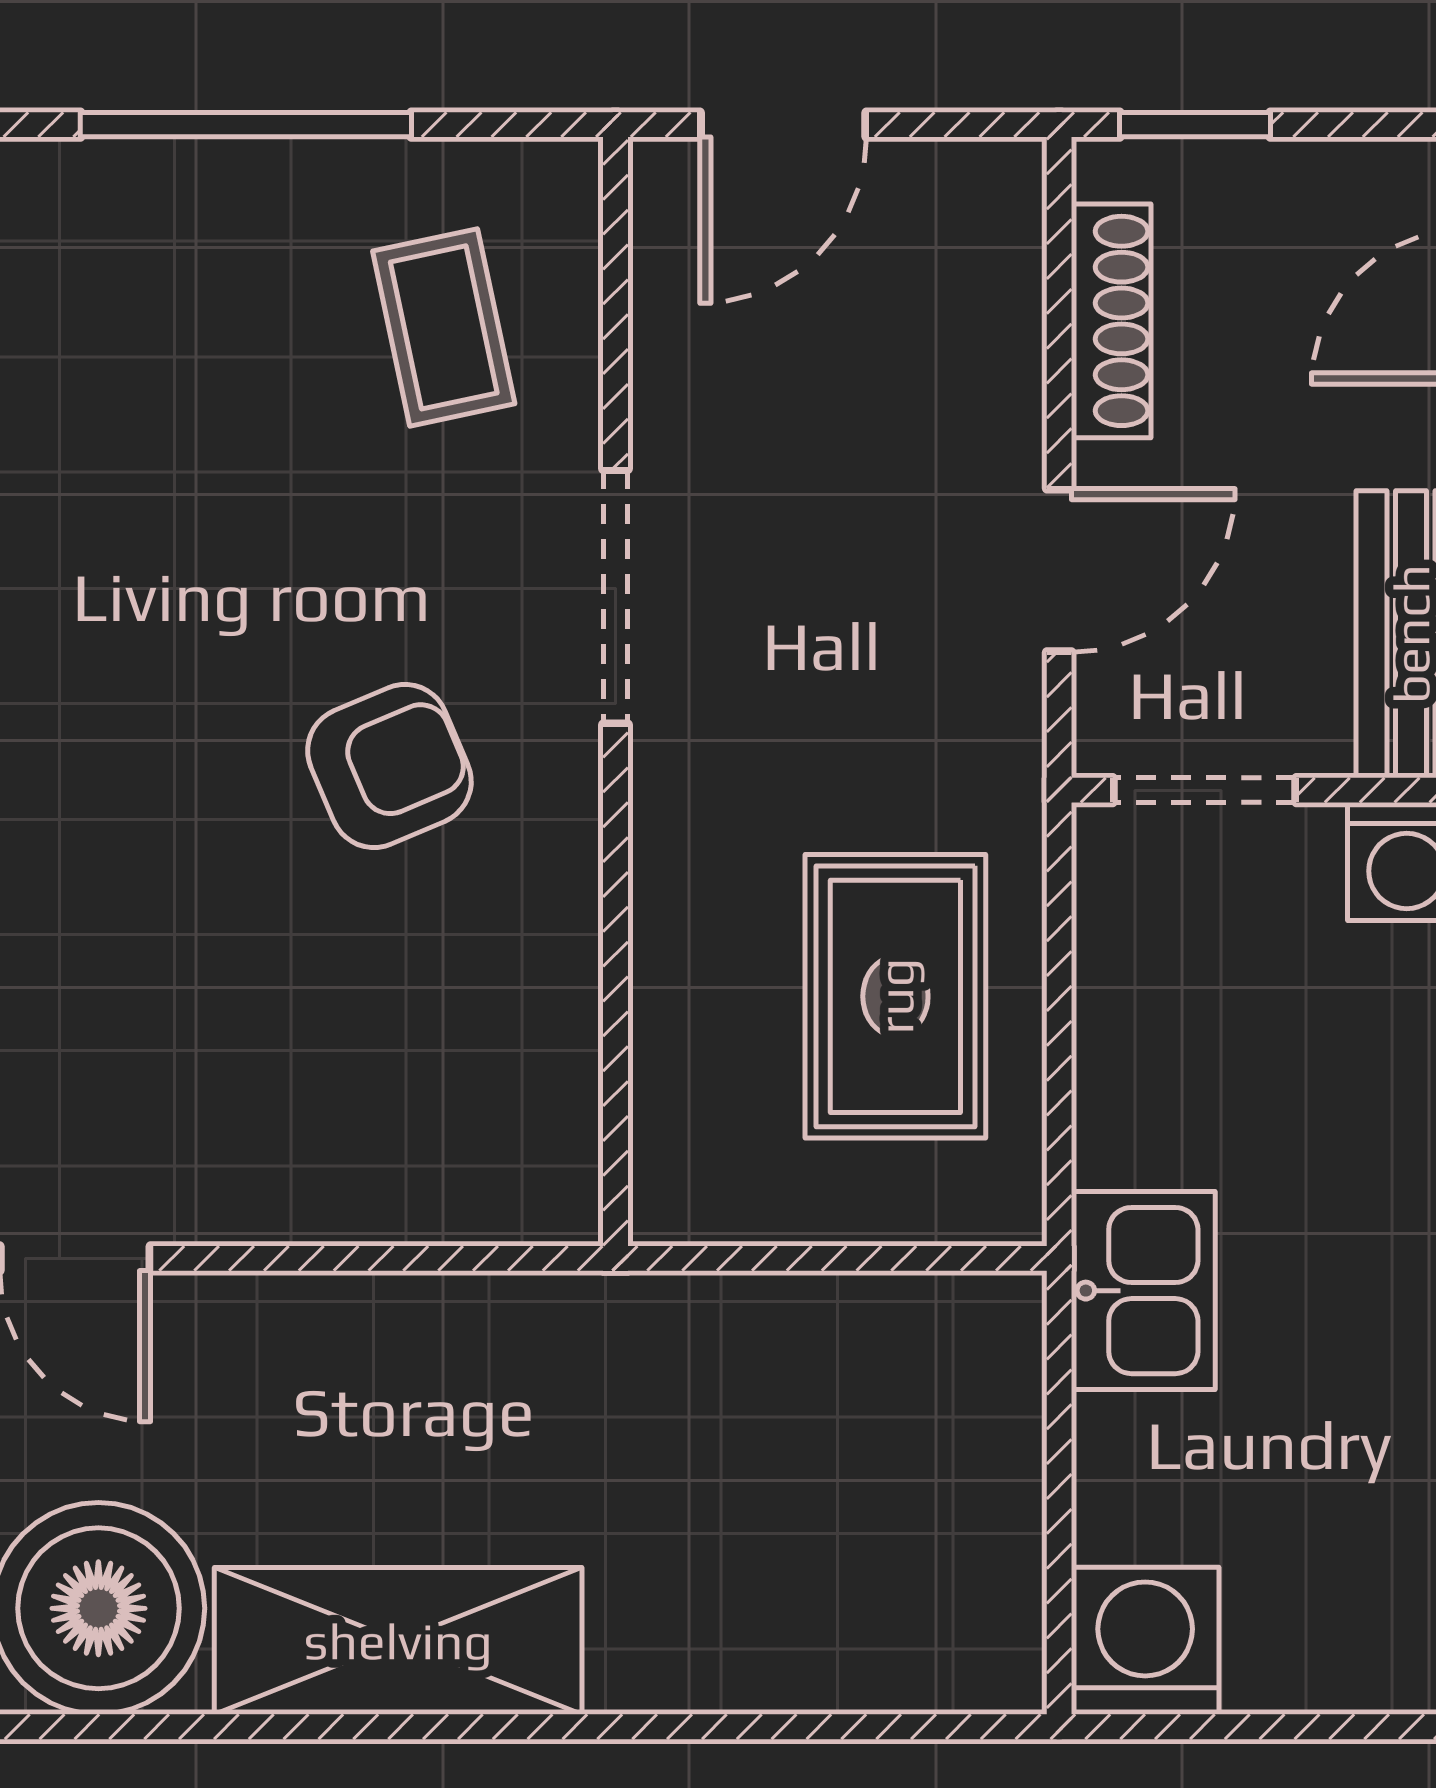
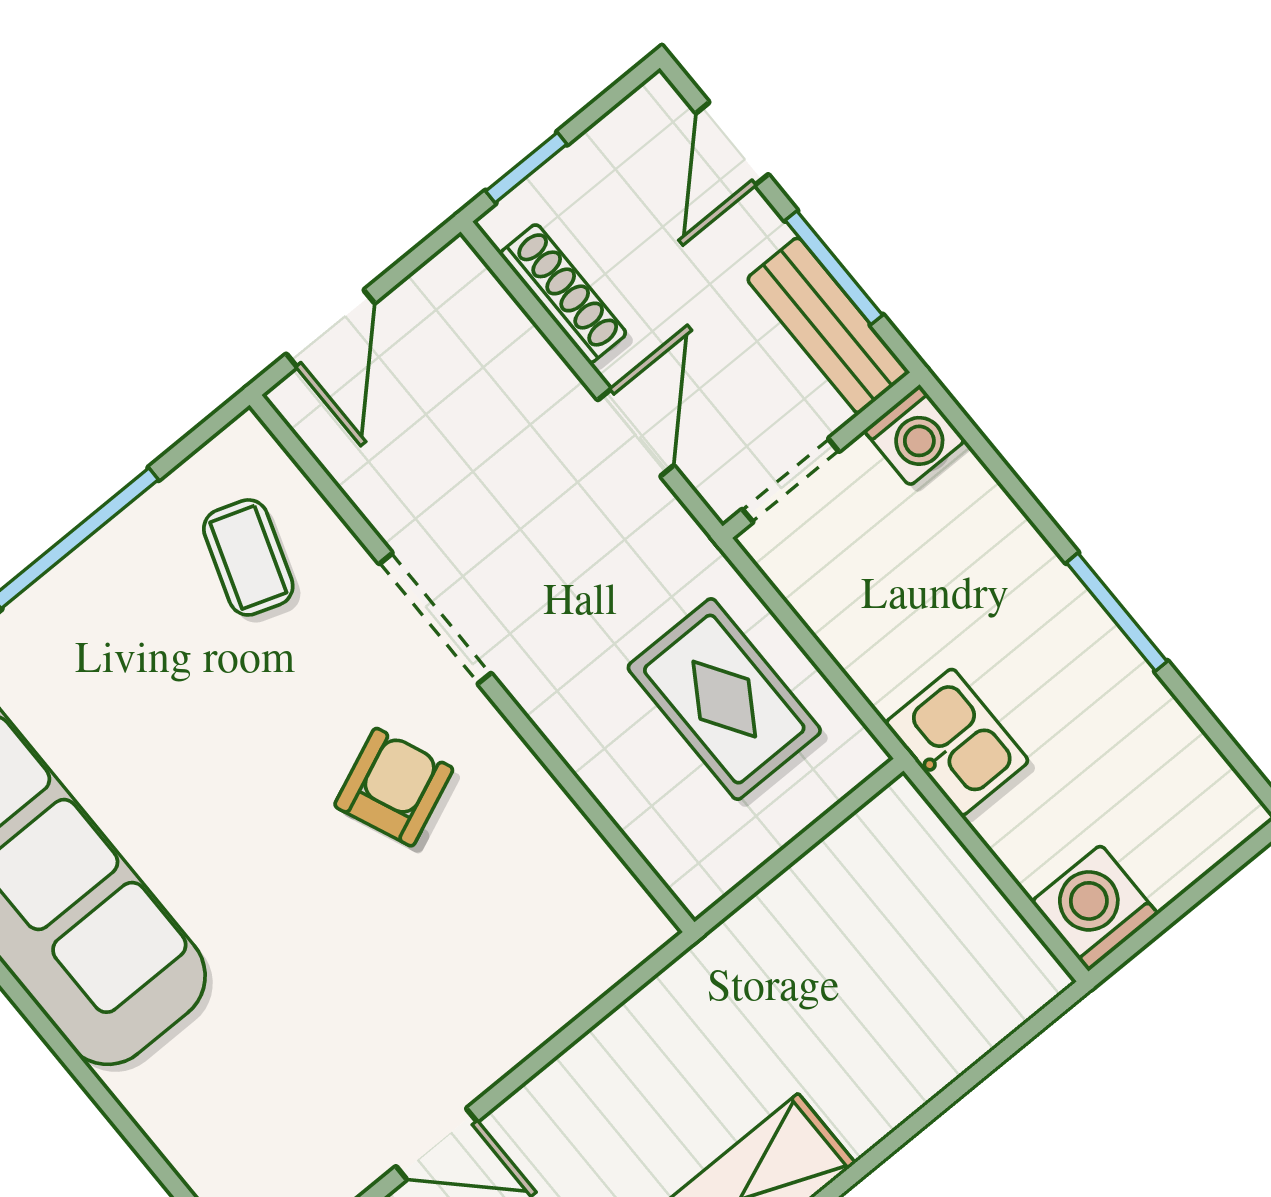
coffee table: (444, 327) -> (248, 557), turned 31

